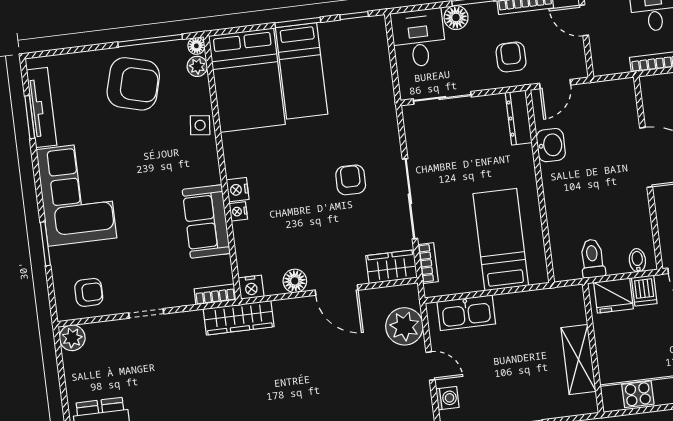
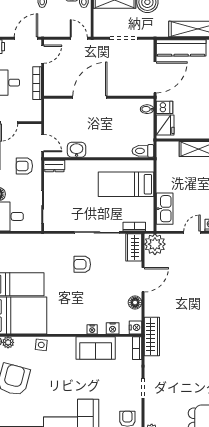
dresser: (519, 118) -> (54, 166), width x0.70
nightstand: (238, 190) -> (113, 328), moved
toilet: (592, 259) -> (143, 151), moved
plant: (404, 326) -> (155, 244), moved

